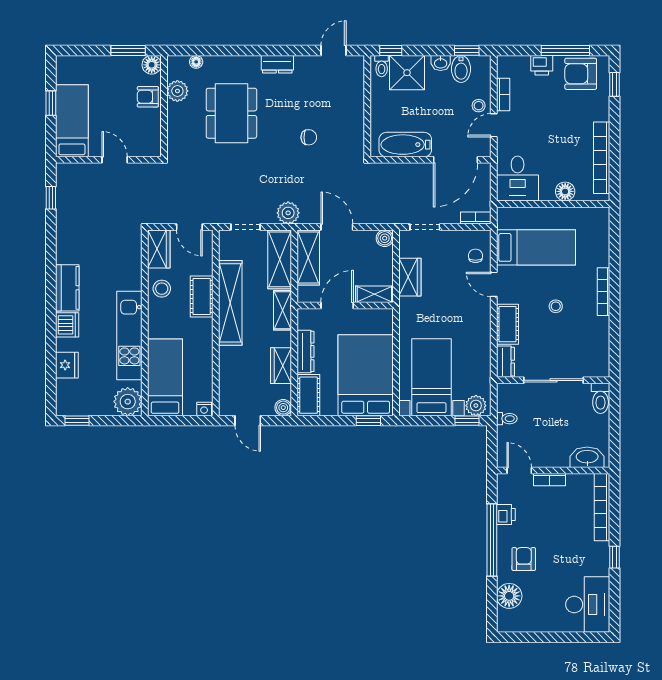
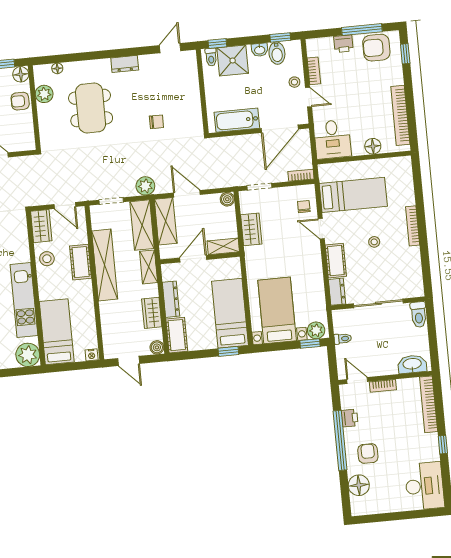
door: (494, 125) -> (309, 97), swing flipped
bed: (366, 375) -> (230, 313), width x0.67

